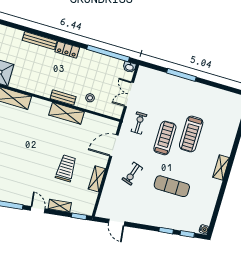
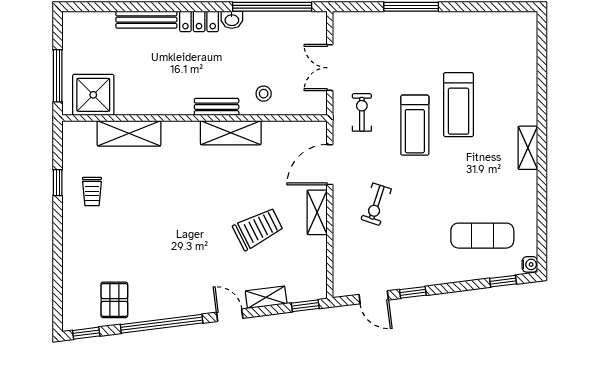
washbasin: (129, 67) -> (232, 20), moved
treadmill: (165, 138) -> (415, 125), turned 180
trolley: (66, 168) -> (258, 229), turned 63
shelving: (97, 179) -> (317, 212), moved
exercise mat: (172, 186) -> (482, 236), moved
window: (166, 231) -> (413, 292), moved

